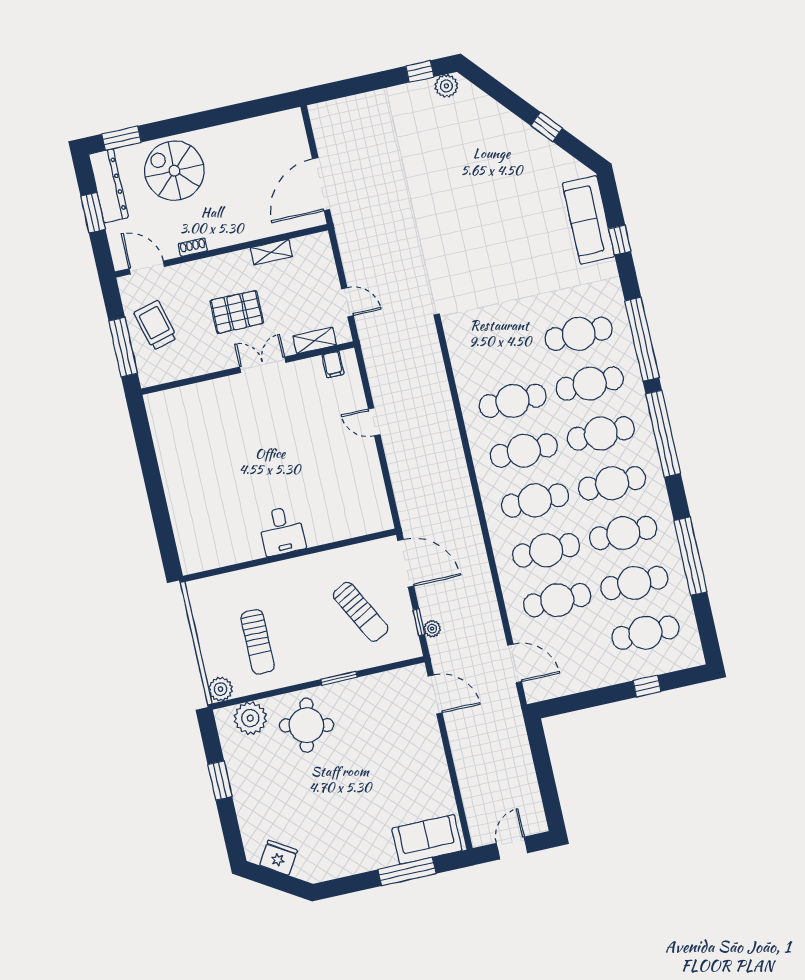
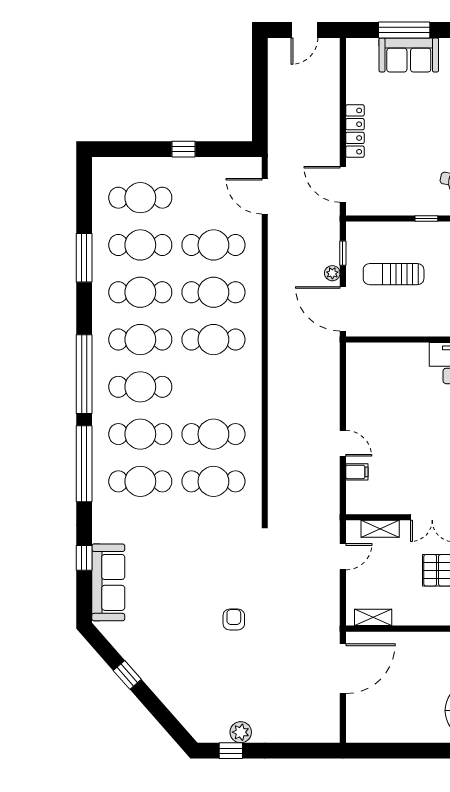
plant: (446, 86) -> (241, 732), moved
armchair: (448, 210) -> (234, 620), added
shelving: (271, 252) -> (373, 617), moved
door: (347, 302) -> (343, 557), swing flipped
filing cabinet: (333, 364) -> (357, 472), moved, turned 90
cafe table: (524, 451) -> (213, 481), moved
window: (690, 556) -> (84, 258), width x0.68
sun lounger: (361, 612) -> (394, 274), turned -62
plant: (432, 629) -> (332, 273), moved
window: (339, 678) -> (426, 218), width x0.67
window: (647, 686) -> (184, 149), moved
locker: (435, 753) -> (355, 131), added
sofa: (427, 839) -> (409, 55), moved

